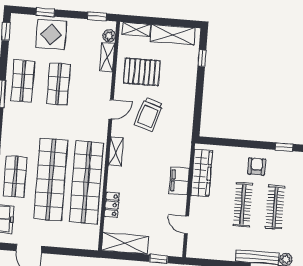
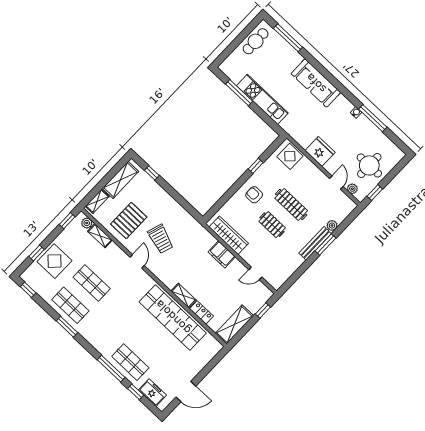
shelving: (116, 152) -> (184, 296), moved
shop shelf: (51, 180) -> (151, 340), removed
clothes rail: (243, 205) -> (272, 225), width x0.73

